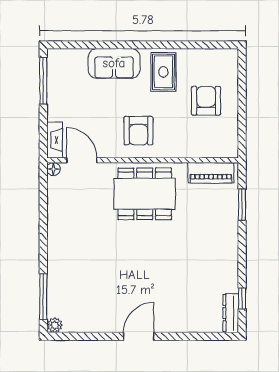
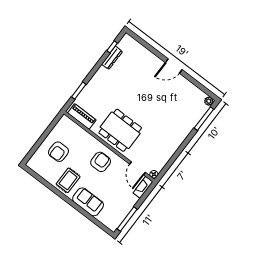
dresser: (231, 313) -> (112, 58), moved

